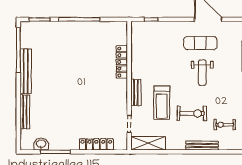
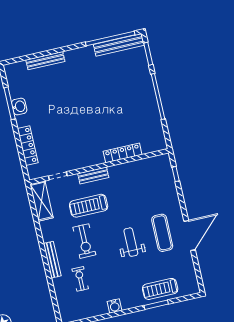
bench: (26, 71) -> (119, 45), moved
weight bench: (202, 73) -> (131, 242), turned 90
washbasin: (41, 144) -> (19, 107), moved

